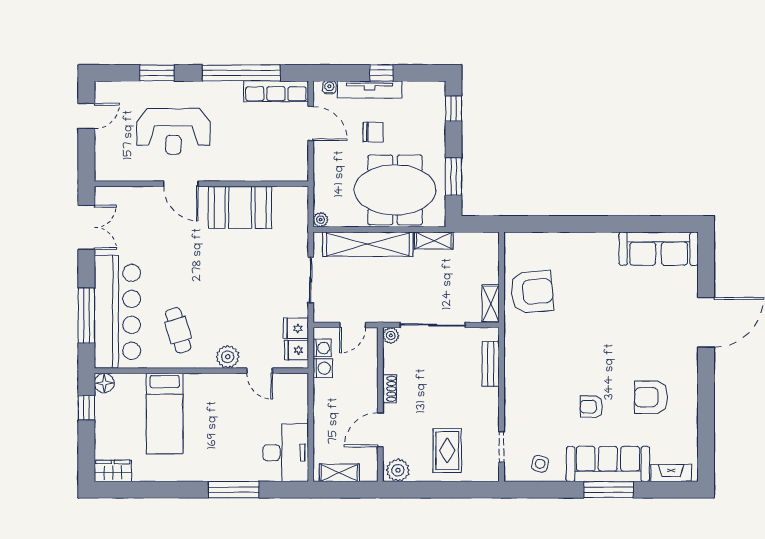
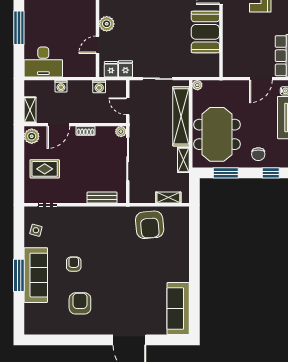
chair: (373, 132) -> (258, 154), moved
shelving: (491, 304) -> (168, 198), moved
washing machine: (322, 348) -> (61, 86), moved
door: (380, 430) -> (58, 125), swing flipped
shelving: (339, 473) -> (30, 110), moved
fireplace: (671, 473) -> (30, 317), removed

